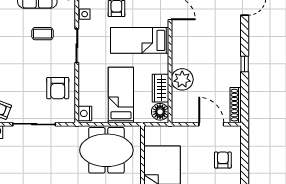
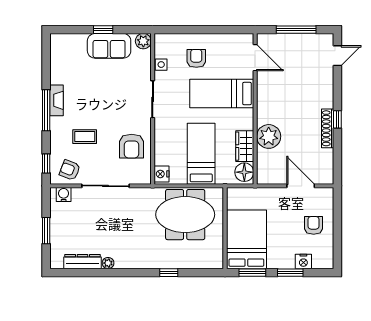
coffee table: (43, 34) -> (85, 137), moved
shoe rack: (236, 105) -> (328, 128), moved

